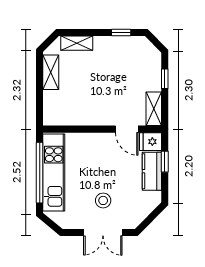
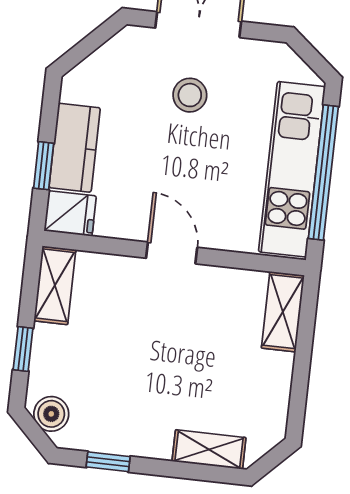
boiler: (149, 51) -> (51, 414), added
shelving: (51, 72) -> (283, 312), moved
door: (127, 129) -> (172, 253), moved

